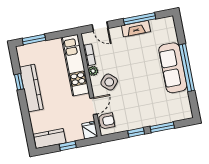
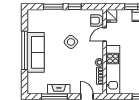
side table: (109, 82) -> (71, 42), moved

